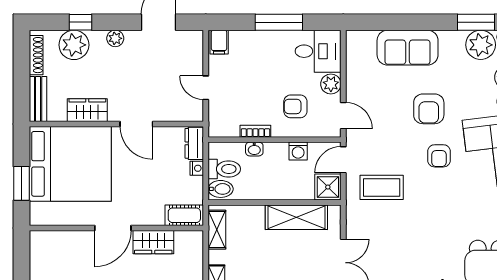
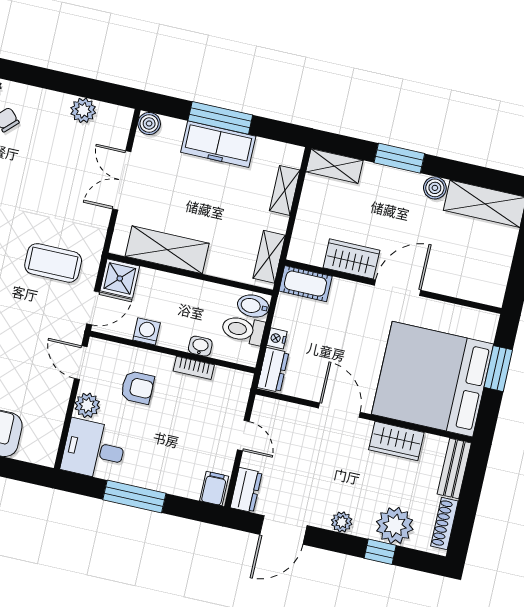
dresser: (194, 46) -> (246, 490), added

